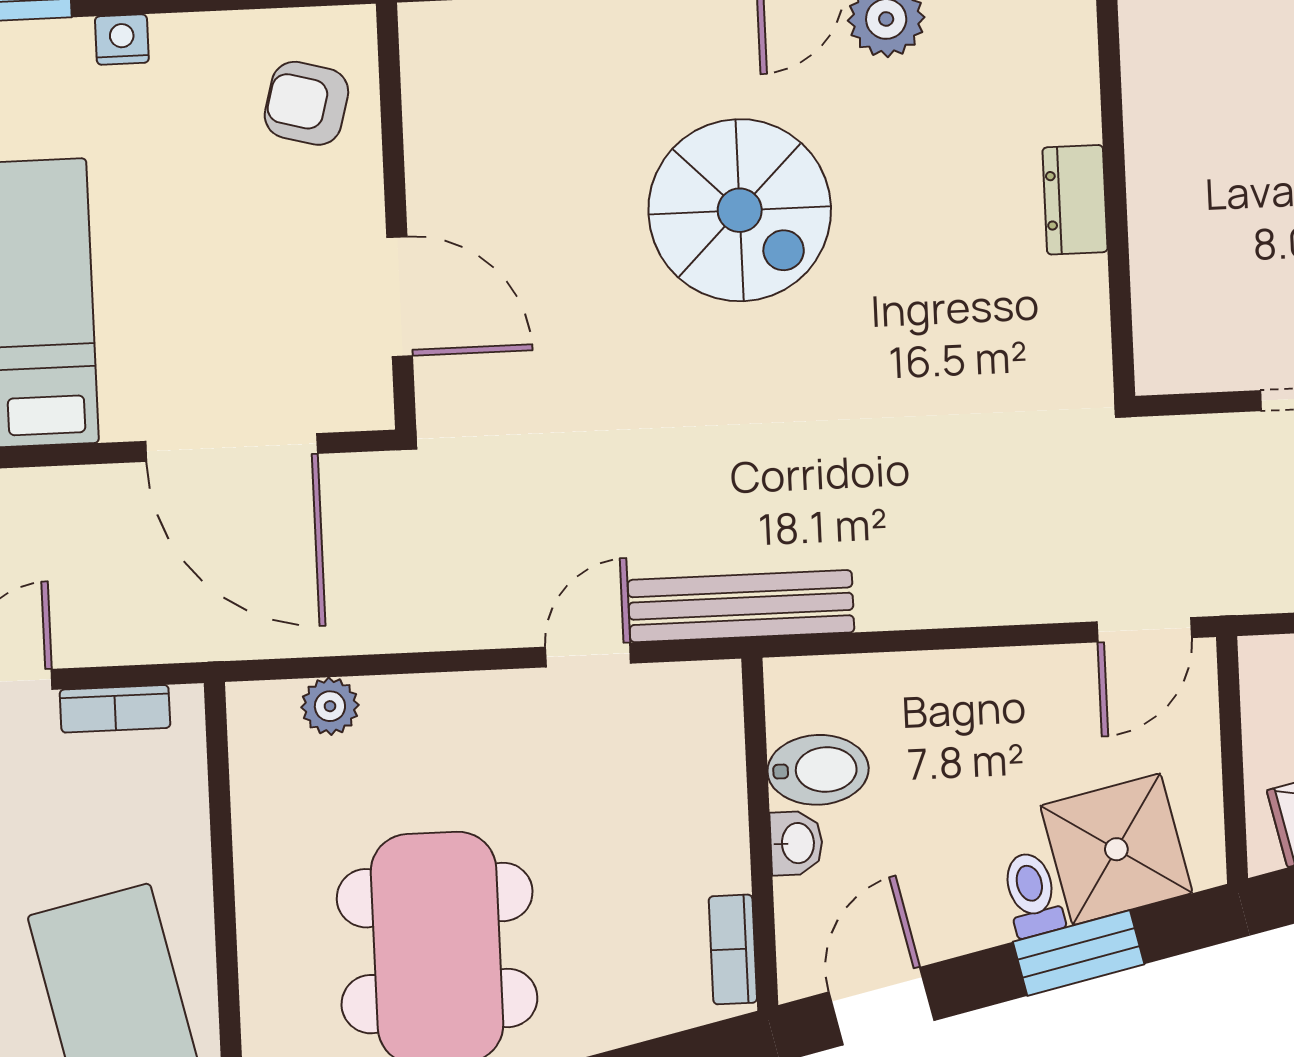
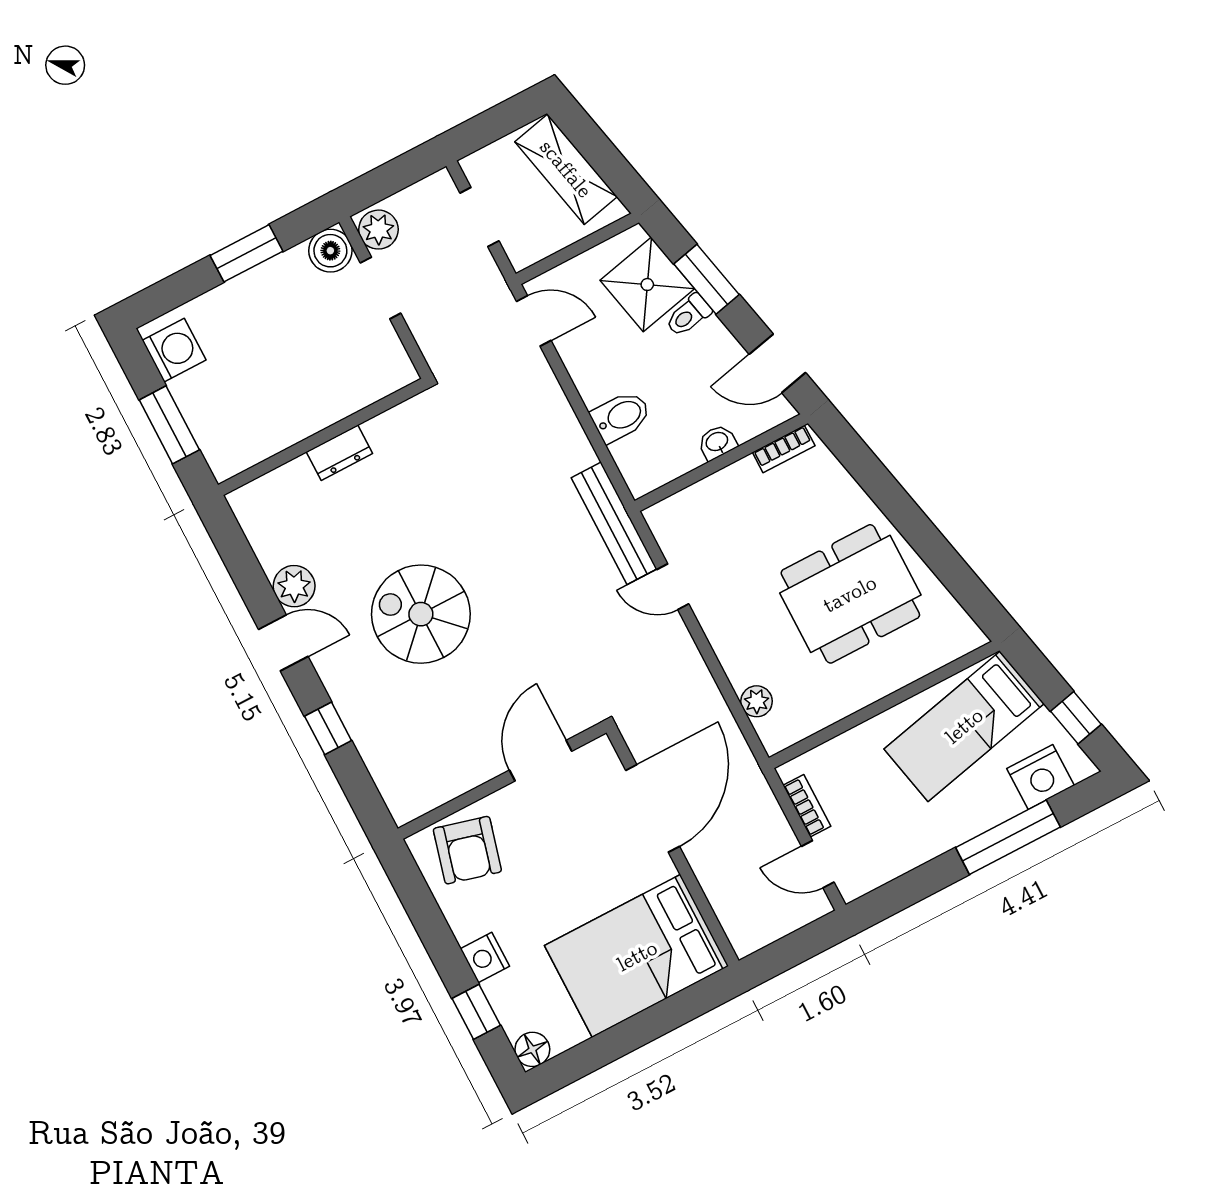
nightstand: (122, 40) -> (485, 958), width x1.39, depth x1.35
armchair: (306, 103) -> (467, 850), width x1.38, depth x1.38
spiral stairs: (740, 210) -> (421, 614), turned -90
bidet: (818, 770) -> (621, 417), moved, turned 90

